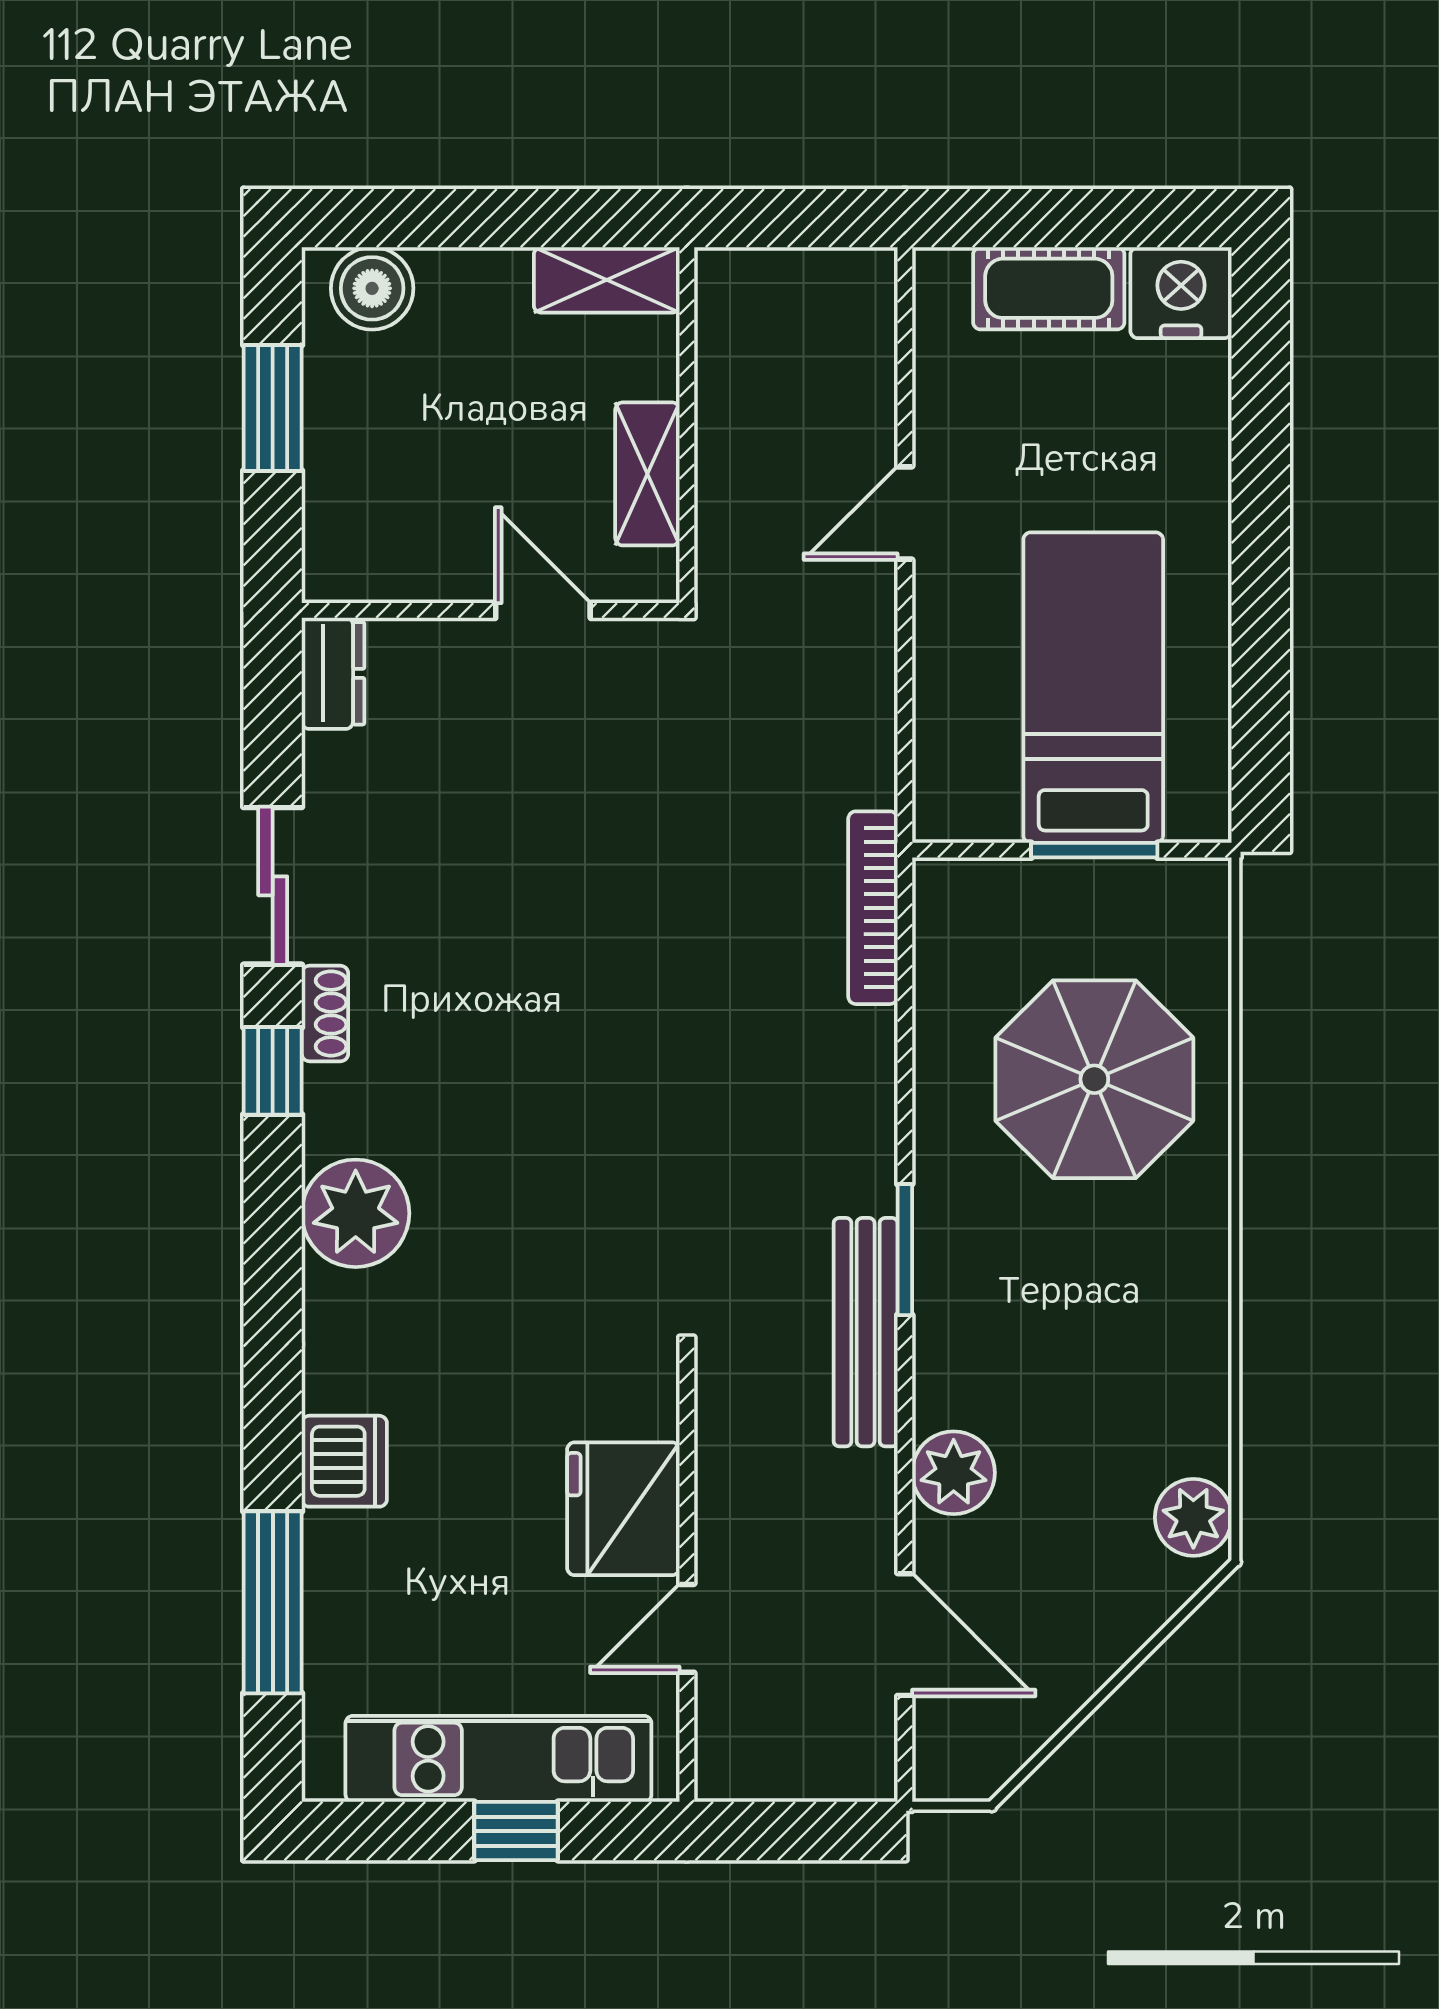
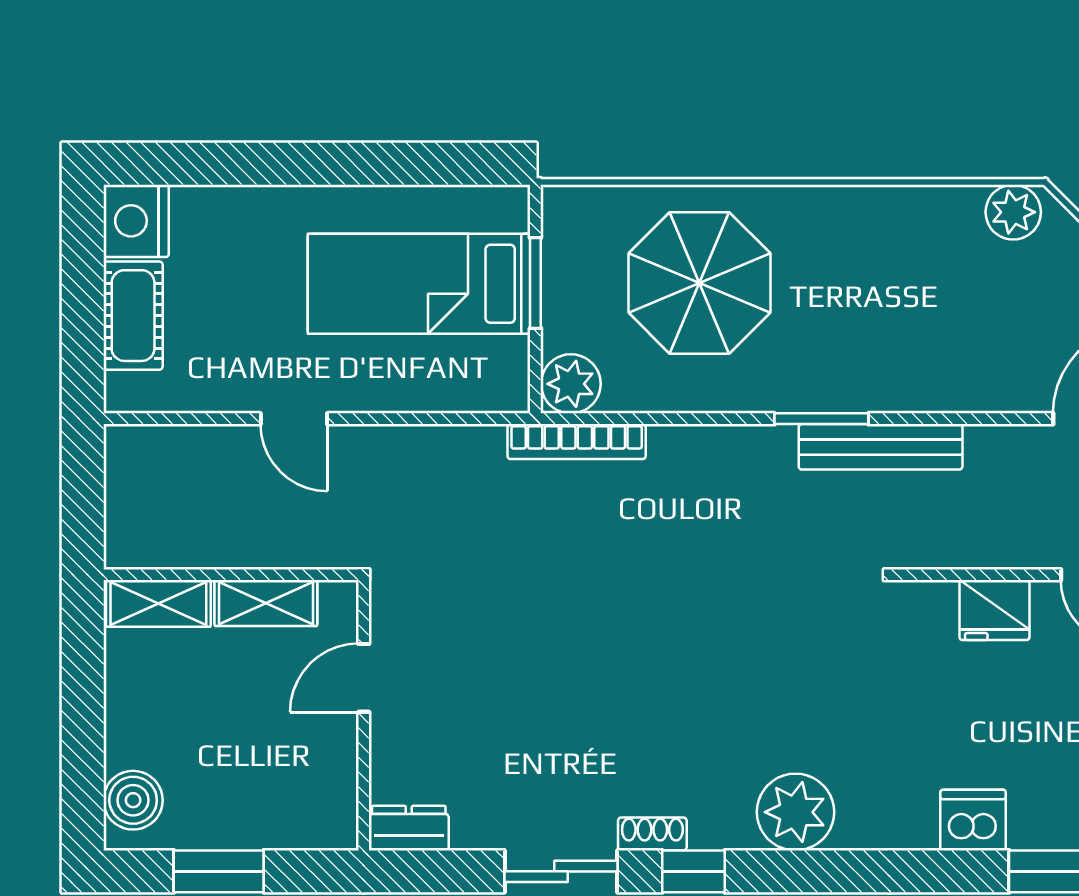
shelving: (607, 280) -> (158, 603), moved, turned 90
plant: (954, 1473) -> (571, 384), moved
fridge: (623, 1509) -> (994, 610), width x0.73, depth x0.75

